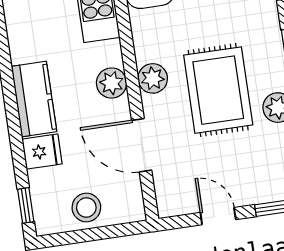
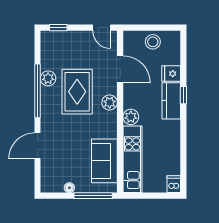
plant: (112, 83) -> (131, 117), moved
window: (26, 205) -> (183, 95), moved
door: (218, 216) -> (102, 28), moved

